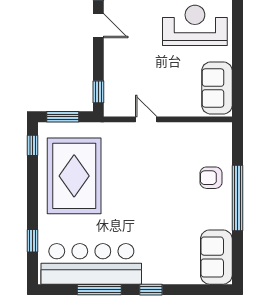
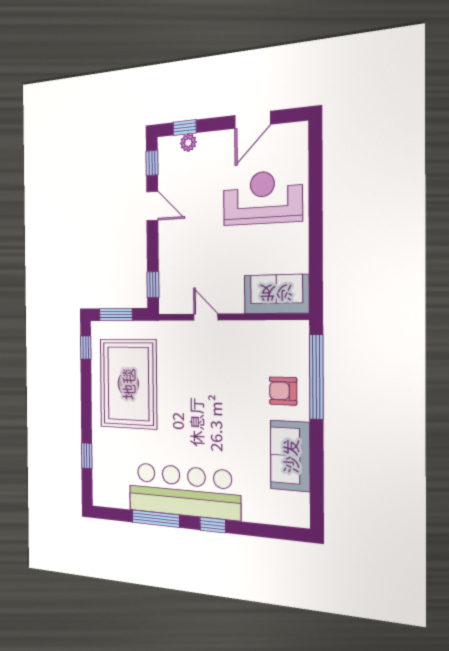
sofa: (217, 88) -> (276, 294), moved, turned 90
window: (237, 198) -> (316, 377), moved
sofa: (216, 257) -> (290, 456), moved
bar counter: (91, 264) -> (184, 491), moved

